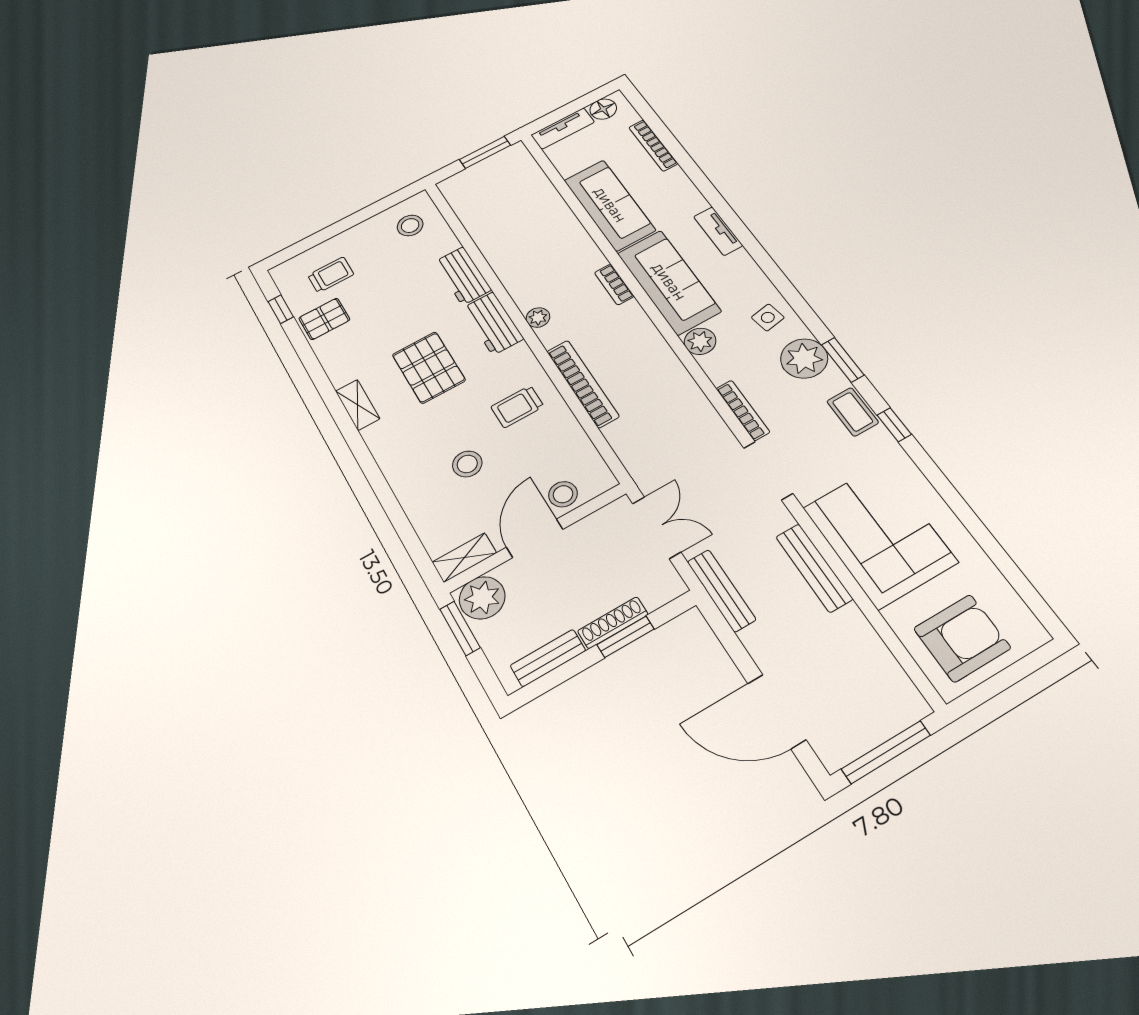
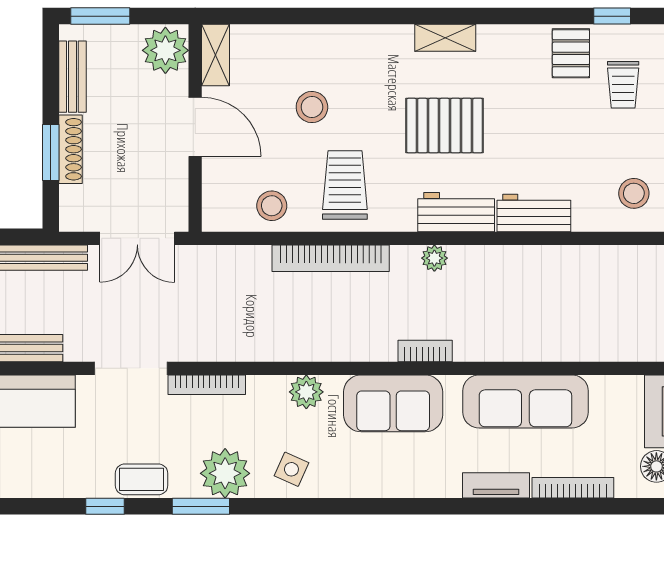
tv unit: (718, 231) -> (496, 485), moved
sofa: (669, 282) -> (393, 403), width x0.73
side table: (768, 317) -> (291, 469), turned 34
trolley: (517, 407) -> (345, 185), width x1.36, depth x1.39
stool: (563, 494) -> (272, 206), moved
window: (460, 628) -> (100, 16), moved

